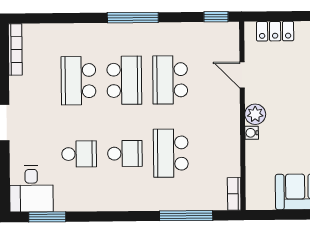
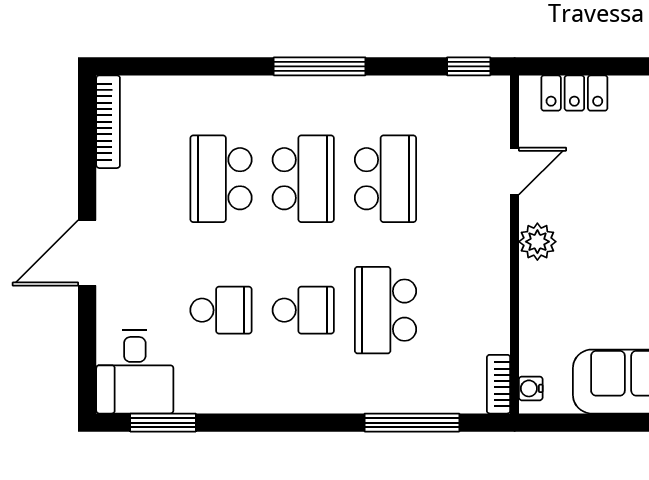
door: (242, 75) -> (515, 171), swing flipped
school desk: (170, 80) -> (385, 179), turned 180
water cooler: (252, 133) -> (531, 388), moved

